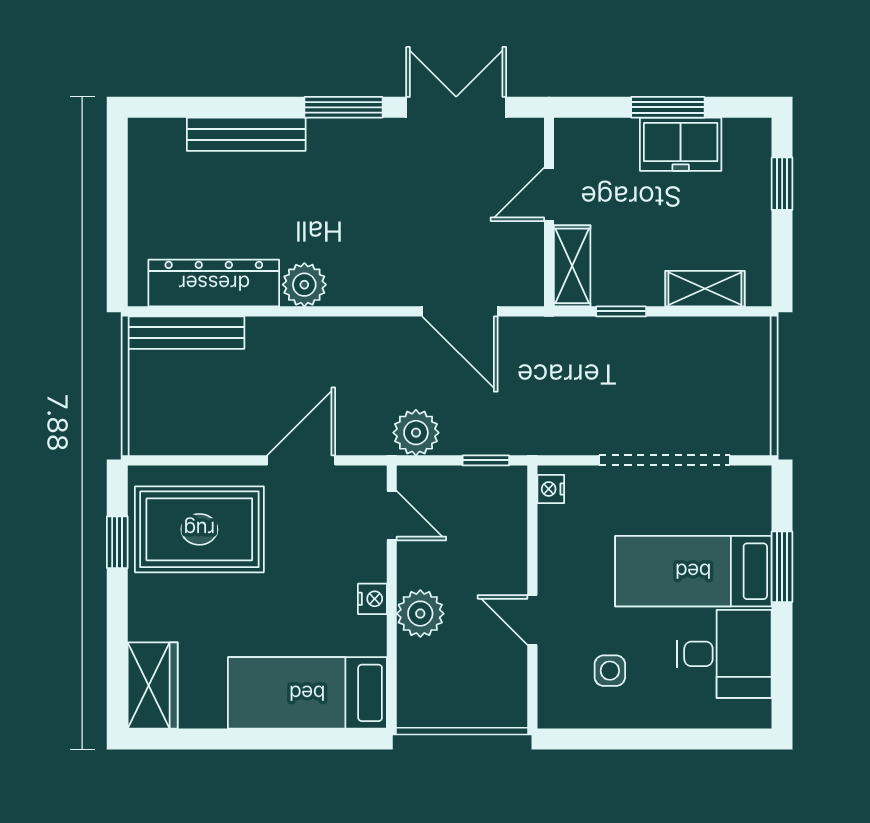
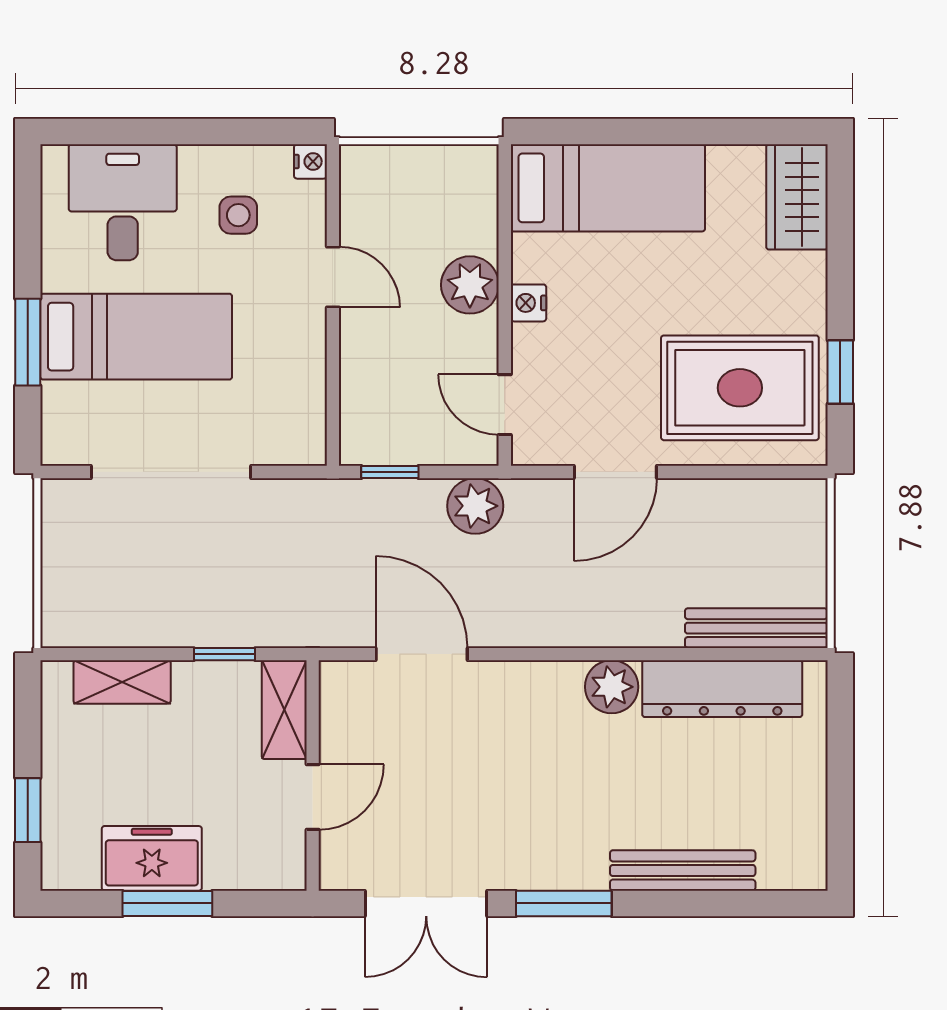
nightstand: (551, 489) -> (310, 161), moved
desk: (724, 654) -> (123, 202), moved, turned 90

